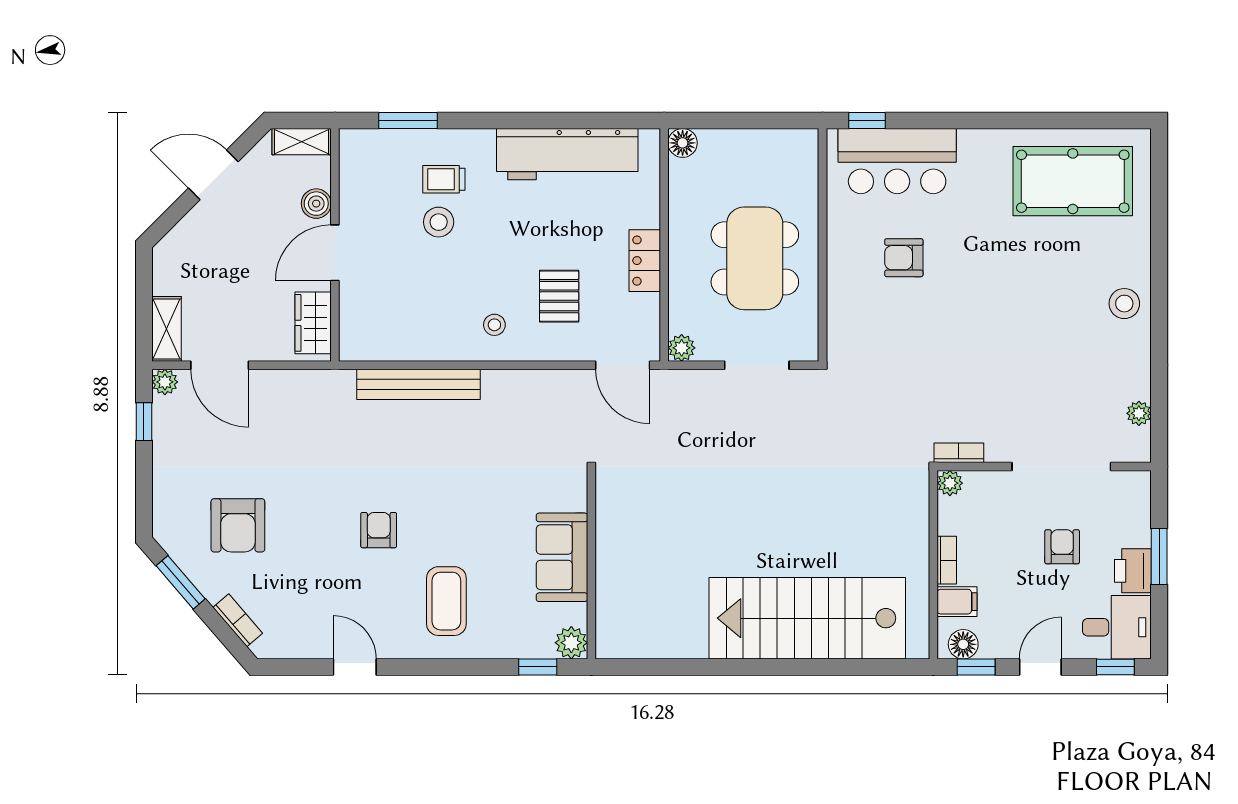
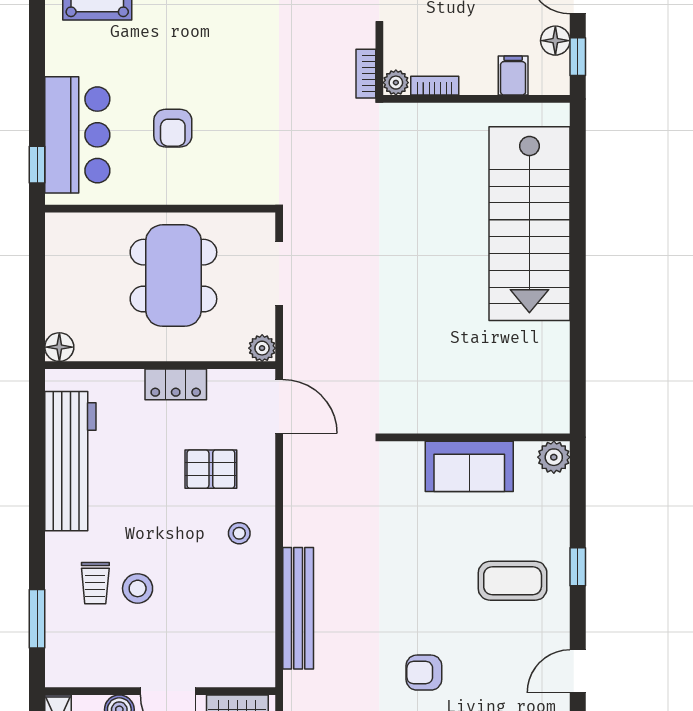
dining table: (755, 258) -> (173, 276), turned 90
door: (623, 365) -> (279, 406), hinge flipped
armchair: (379, 530) -> (424, 673), moved
bookcase: (947, 560) -> (435, 86), moved
floor lamp: (963, 644) -> (555, 41), moved
window: (538, 667) -> (578, 567), moved

